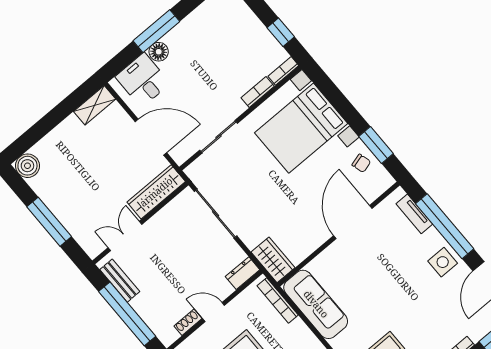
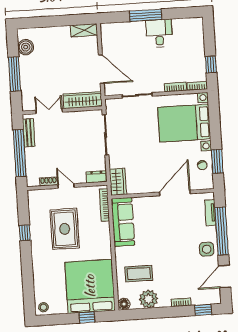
floor lamp: (159, 52) -> (139, 27), removed
desk: (143, 80) -> (159, 33), moved
boiler: (27, 166) -> (26, 47), moved

